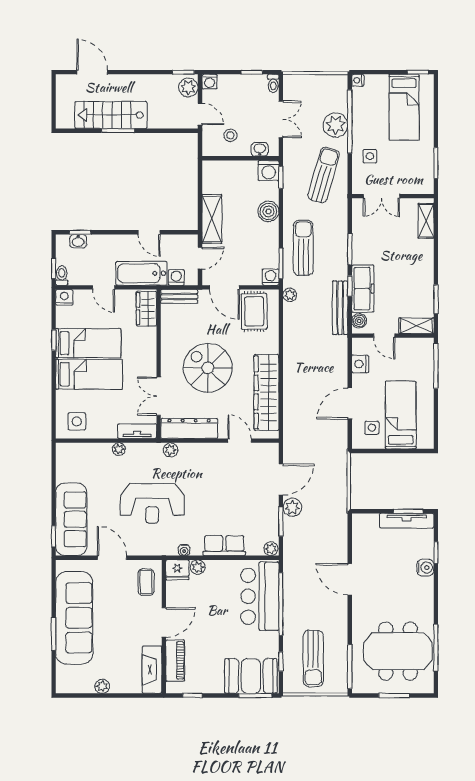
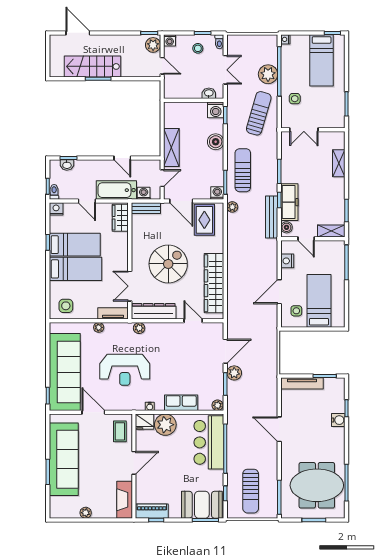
stool: (230, 135) -> (198, 48), moved
shelving: (426, 221) -> (339, 163), moved
spiral stairs: (208, 368) -> (168, 264), turned 90
sofa: (71, 519) -> (65, 372), width x1.36, depth x1.27
tv unit: (407, 521) -> (302, 383), moved
plant: (198, 567) -> (165, 425), width x1.88, depth x1.88
piano: (175, 661) -> (152, 511), moved, turned -90

